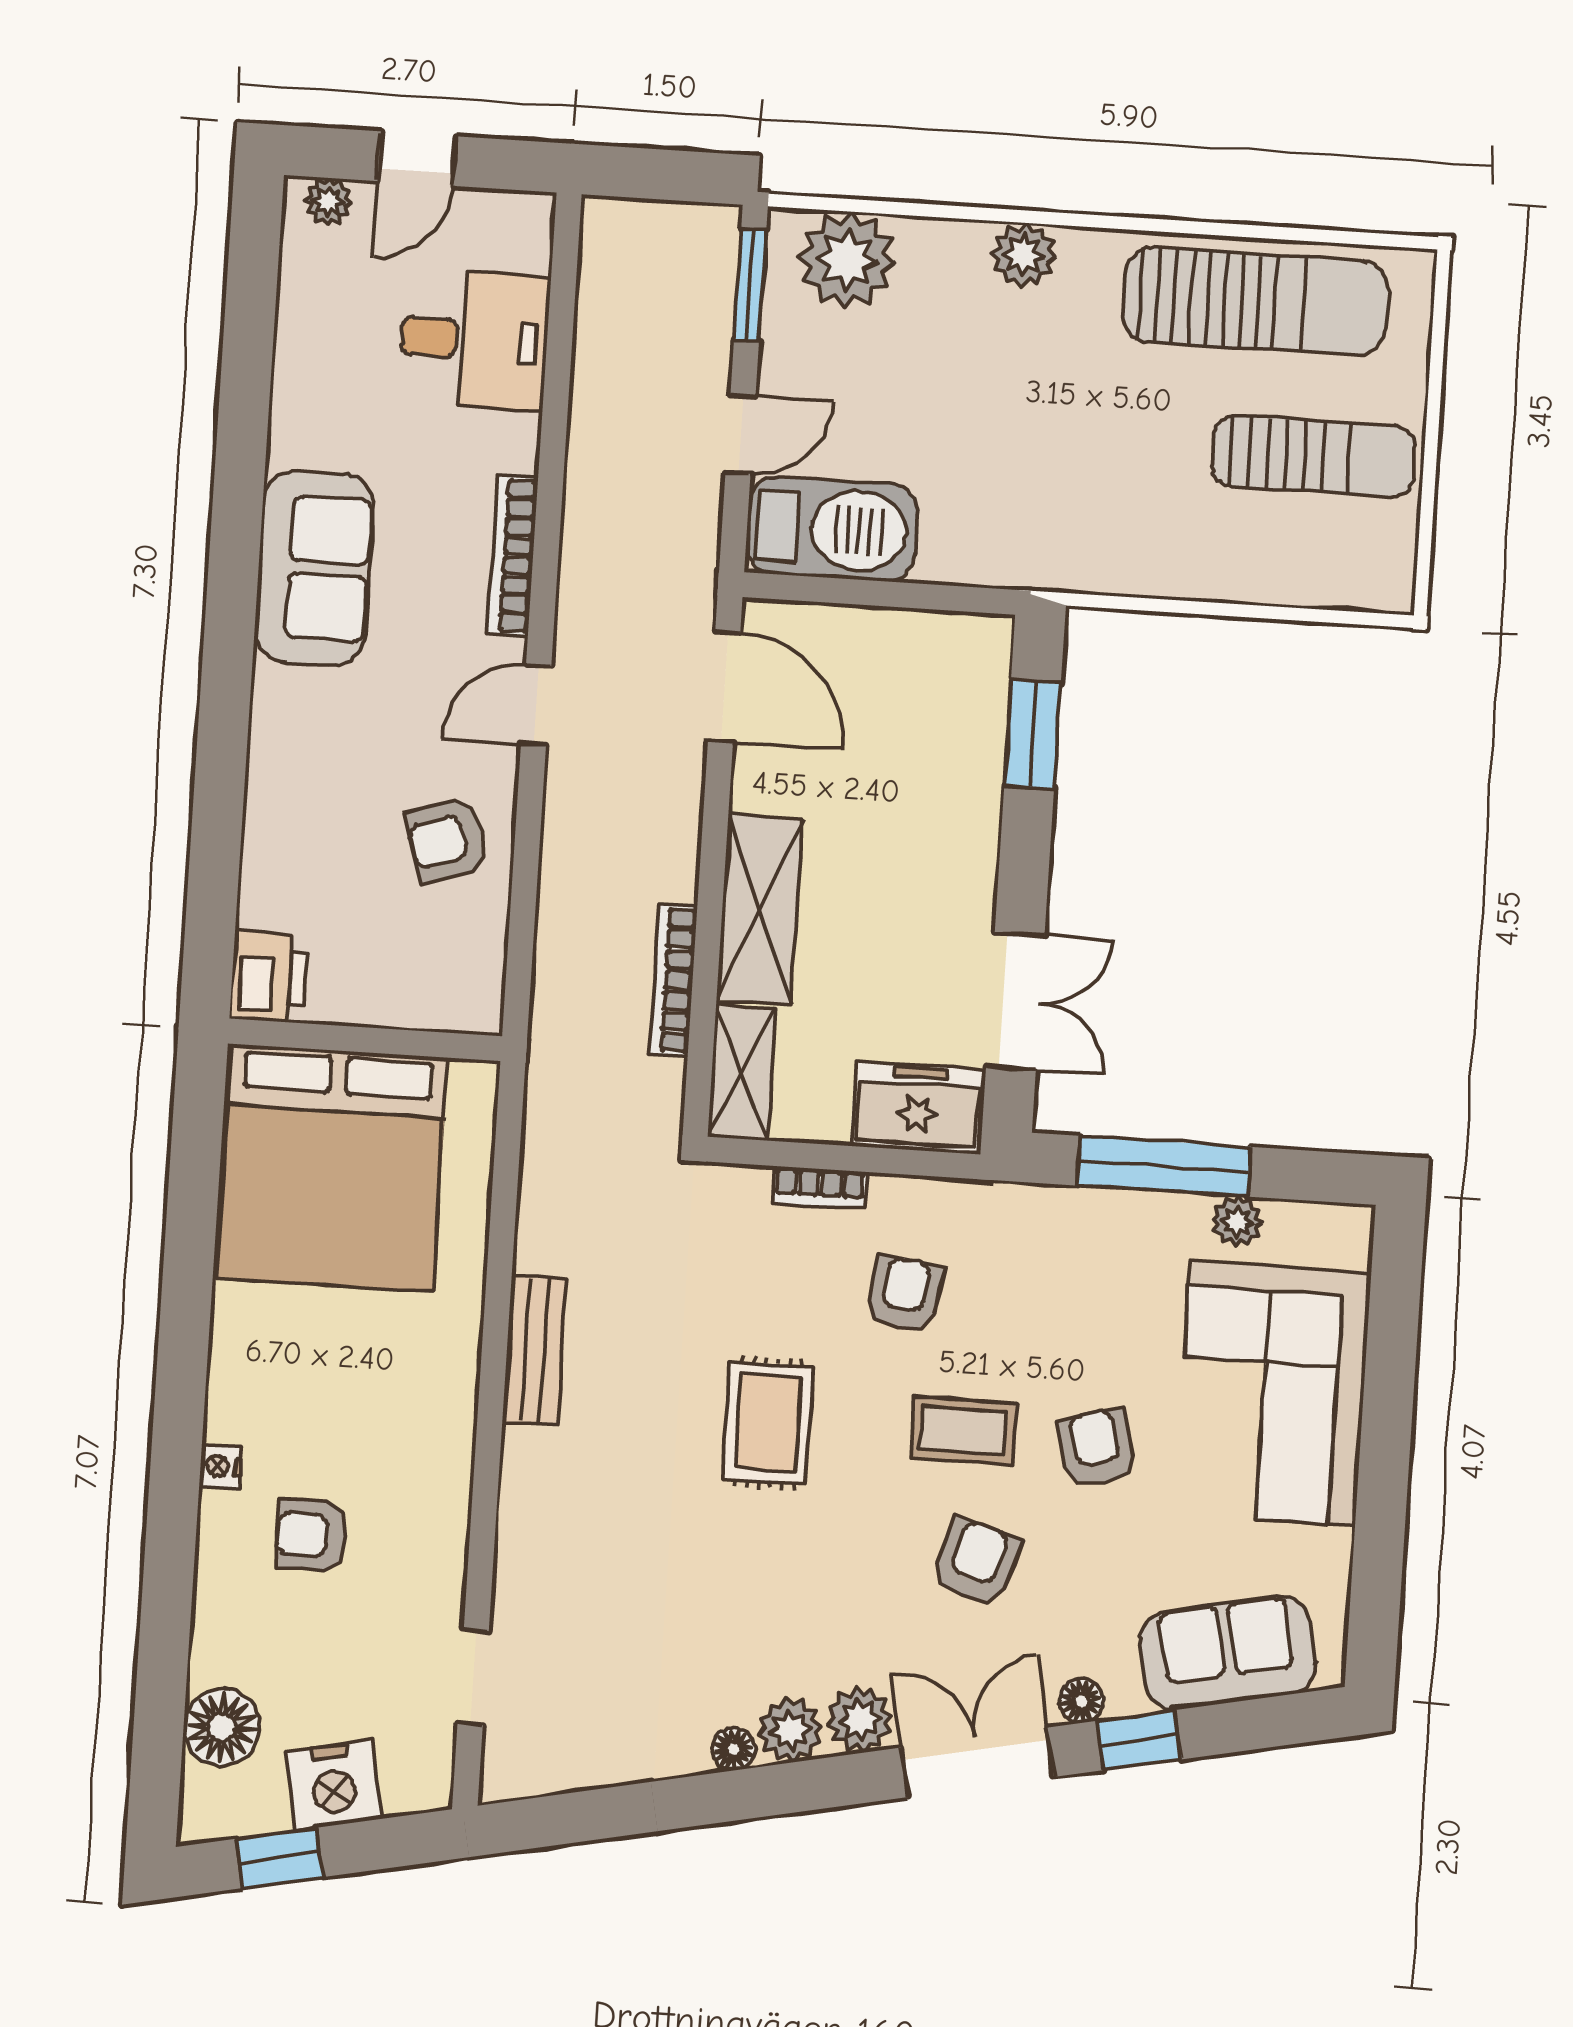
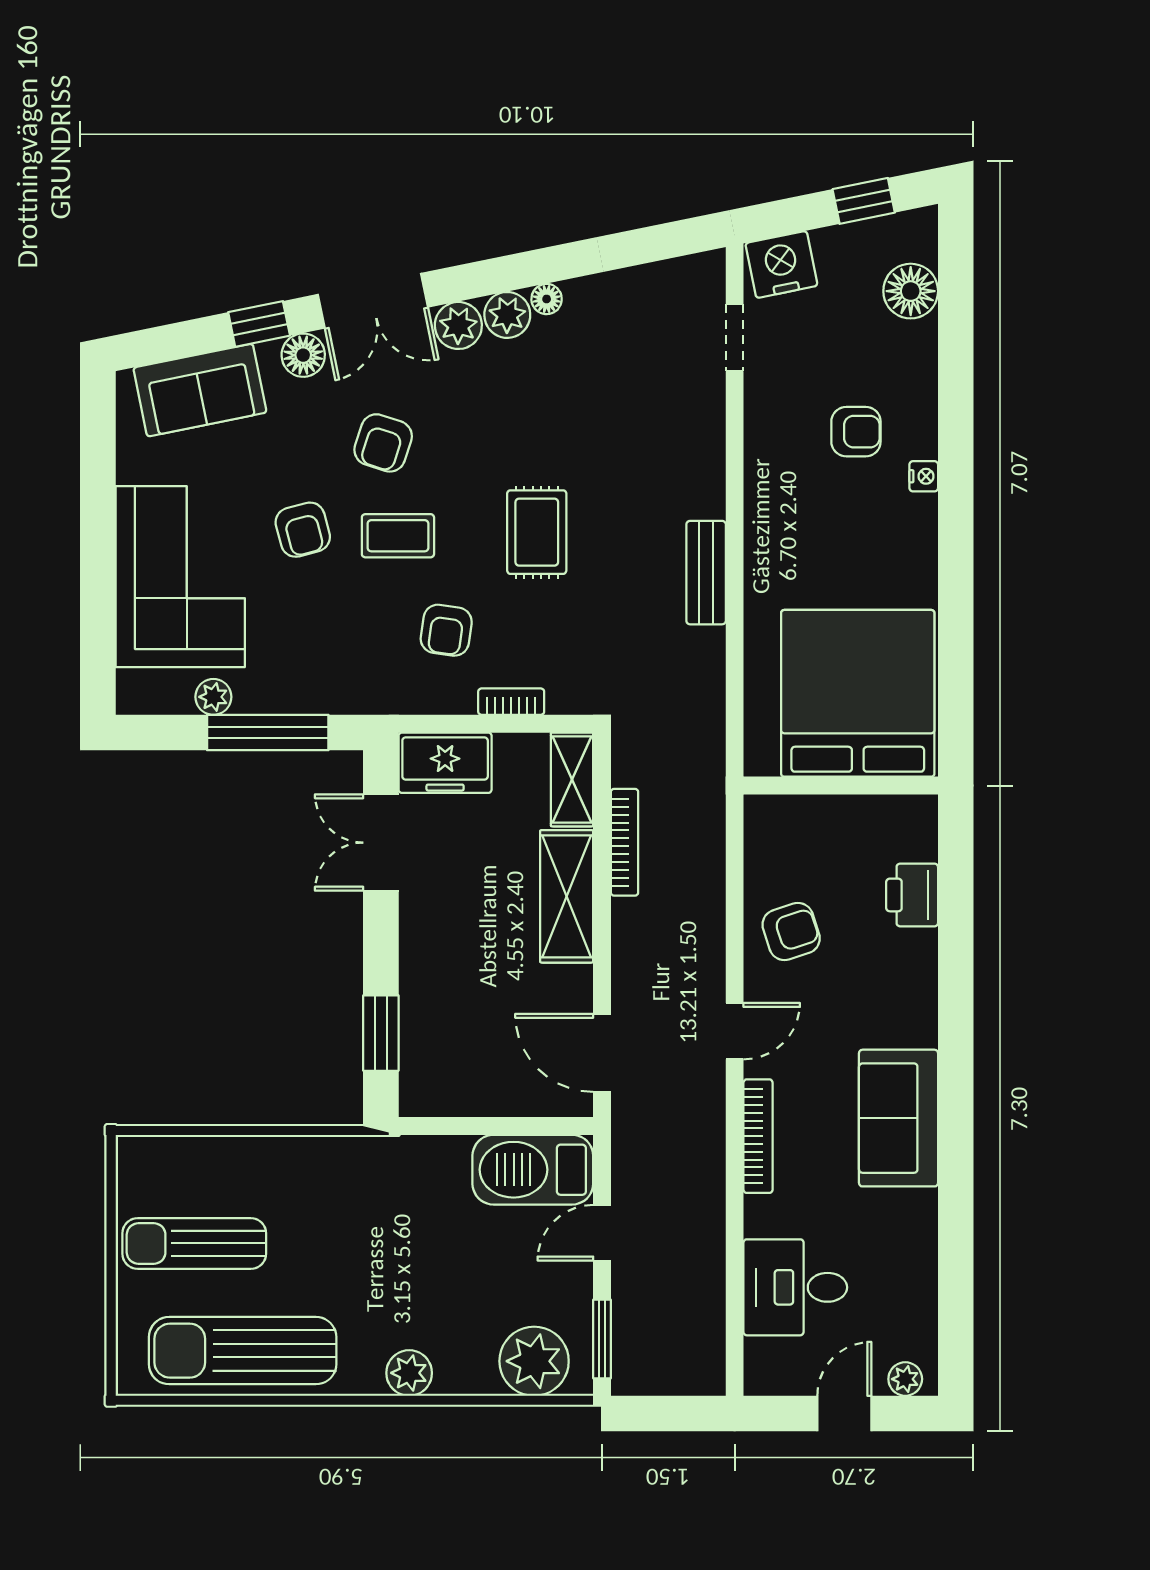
printer: (268, 977) -> (912, 895), moved
floor lamp: (1081, 1701) -> (303, 355), width x1.37, depth x1.37
nightstand: (334, 1785) -> (781, 264), moved

